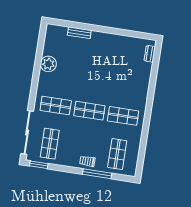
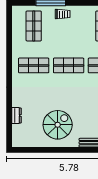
dresser: (150, 54) -> (16, 116), moved
spiral stairs: (109, 55) -> (58, 125), added

